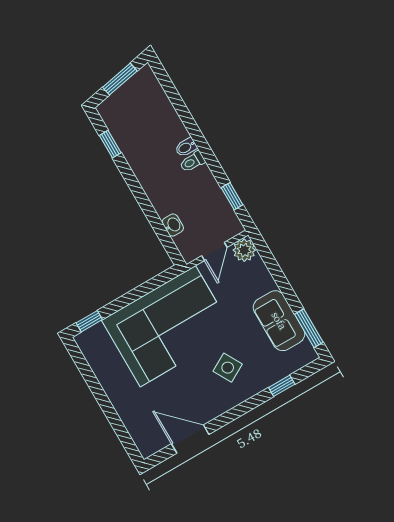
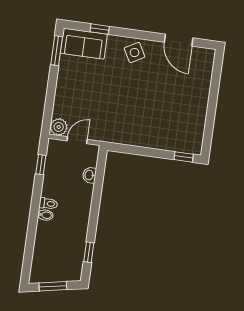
sofa: (279, 321) -> (84, 44), moved, turned 90
corner sofa: (168, 326) -> (139, 117), removed
side table: (228, 368) -> (135, 53), moved

